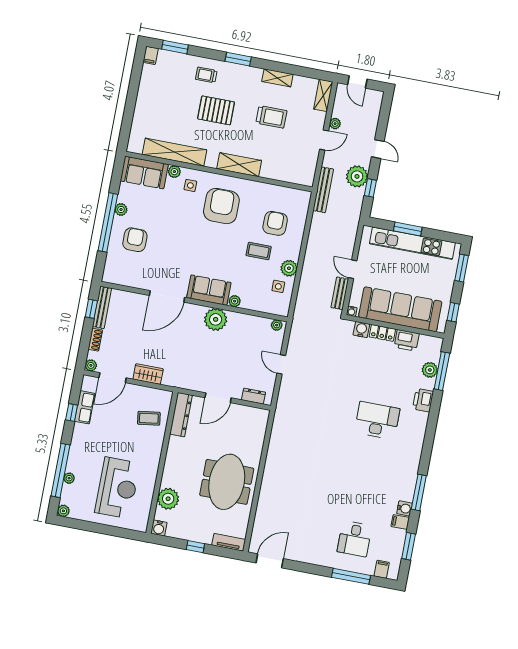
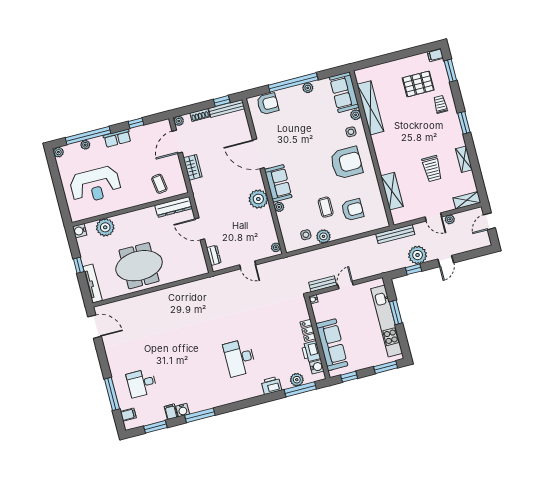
pallet: (216, 110) -> (418, 84), moved, turned 90
shelving: (239, 165) -> (392, 191), moved
armchair: (135, 240) -> (268, 104), moved
sofa: (400, 309) -> (332, 345), width x0.74, depth x0.79
water cooler: (361, 330) -> (317, 367), moved
door: (281, 364) -> (248, 265), swing flipped
door: (113, 378) -> (177, 142), hinge flipped
row of seats: (85, 407) -> (117, 138), moved
desk: (377, 420) -> (240, 358), turned 180
tv unit: (229, 542) -> (93, 284), width x1.41

